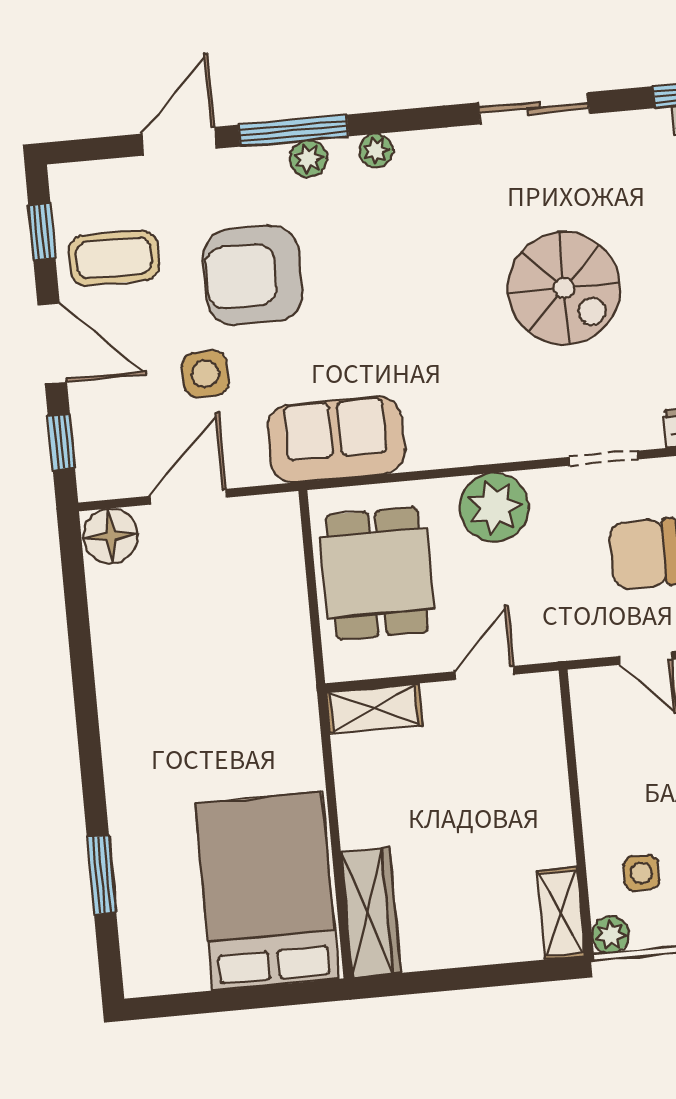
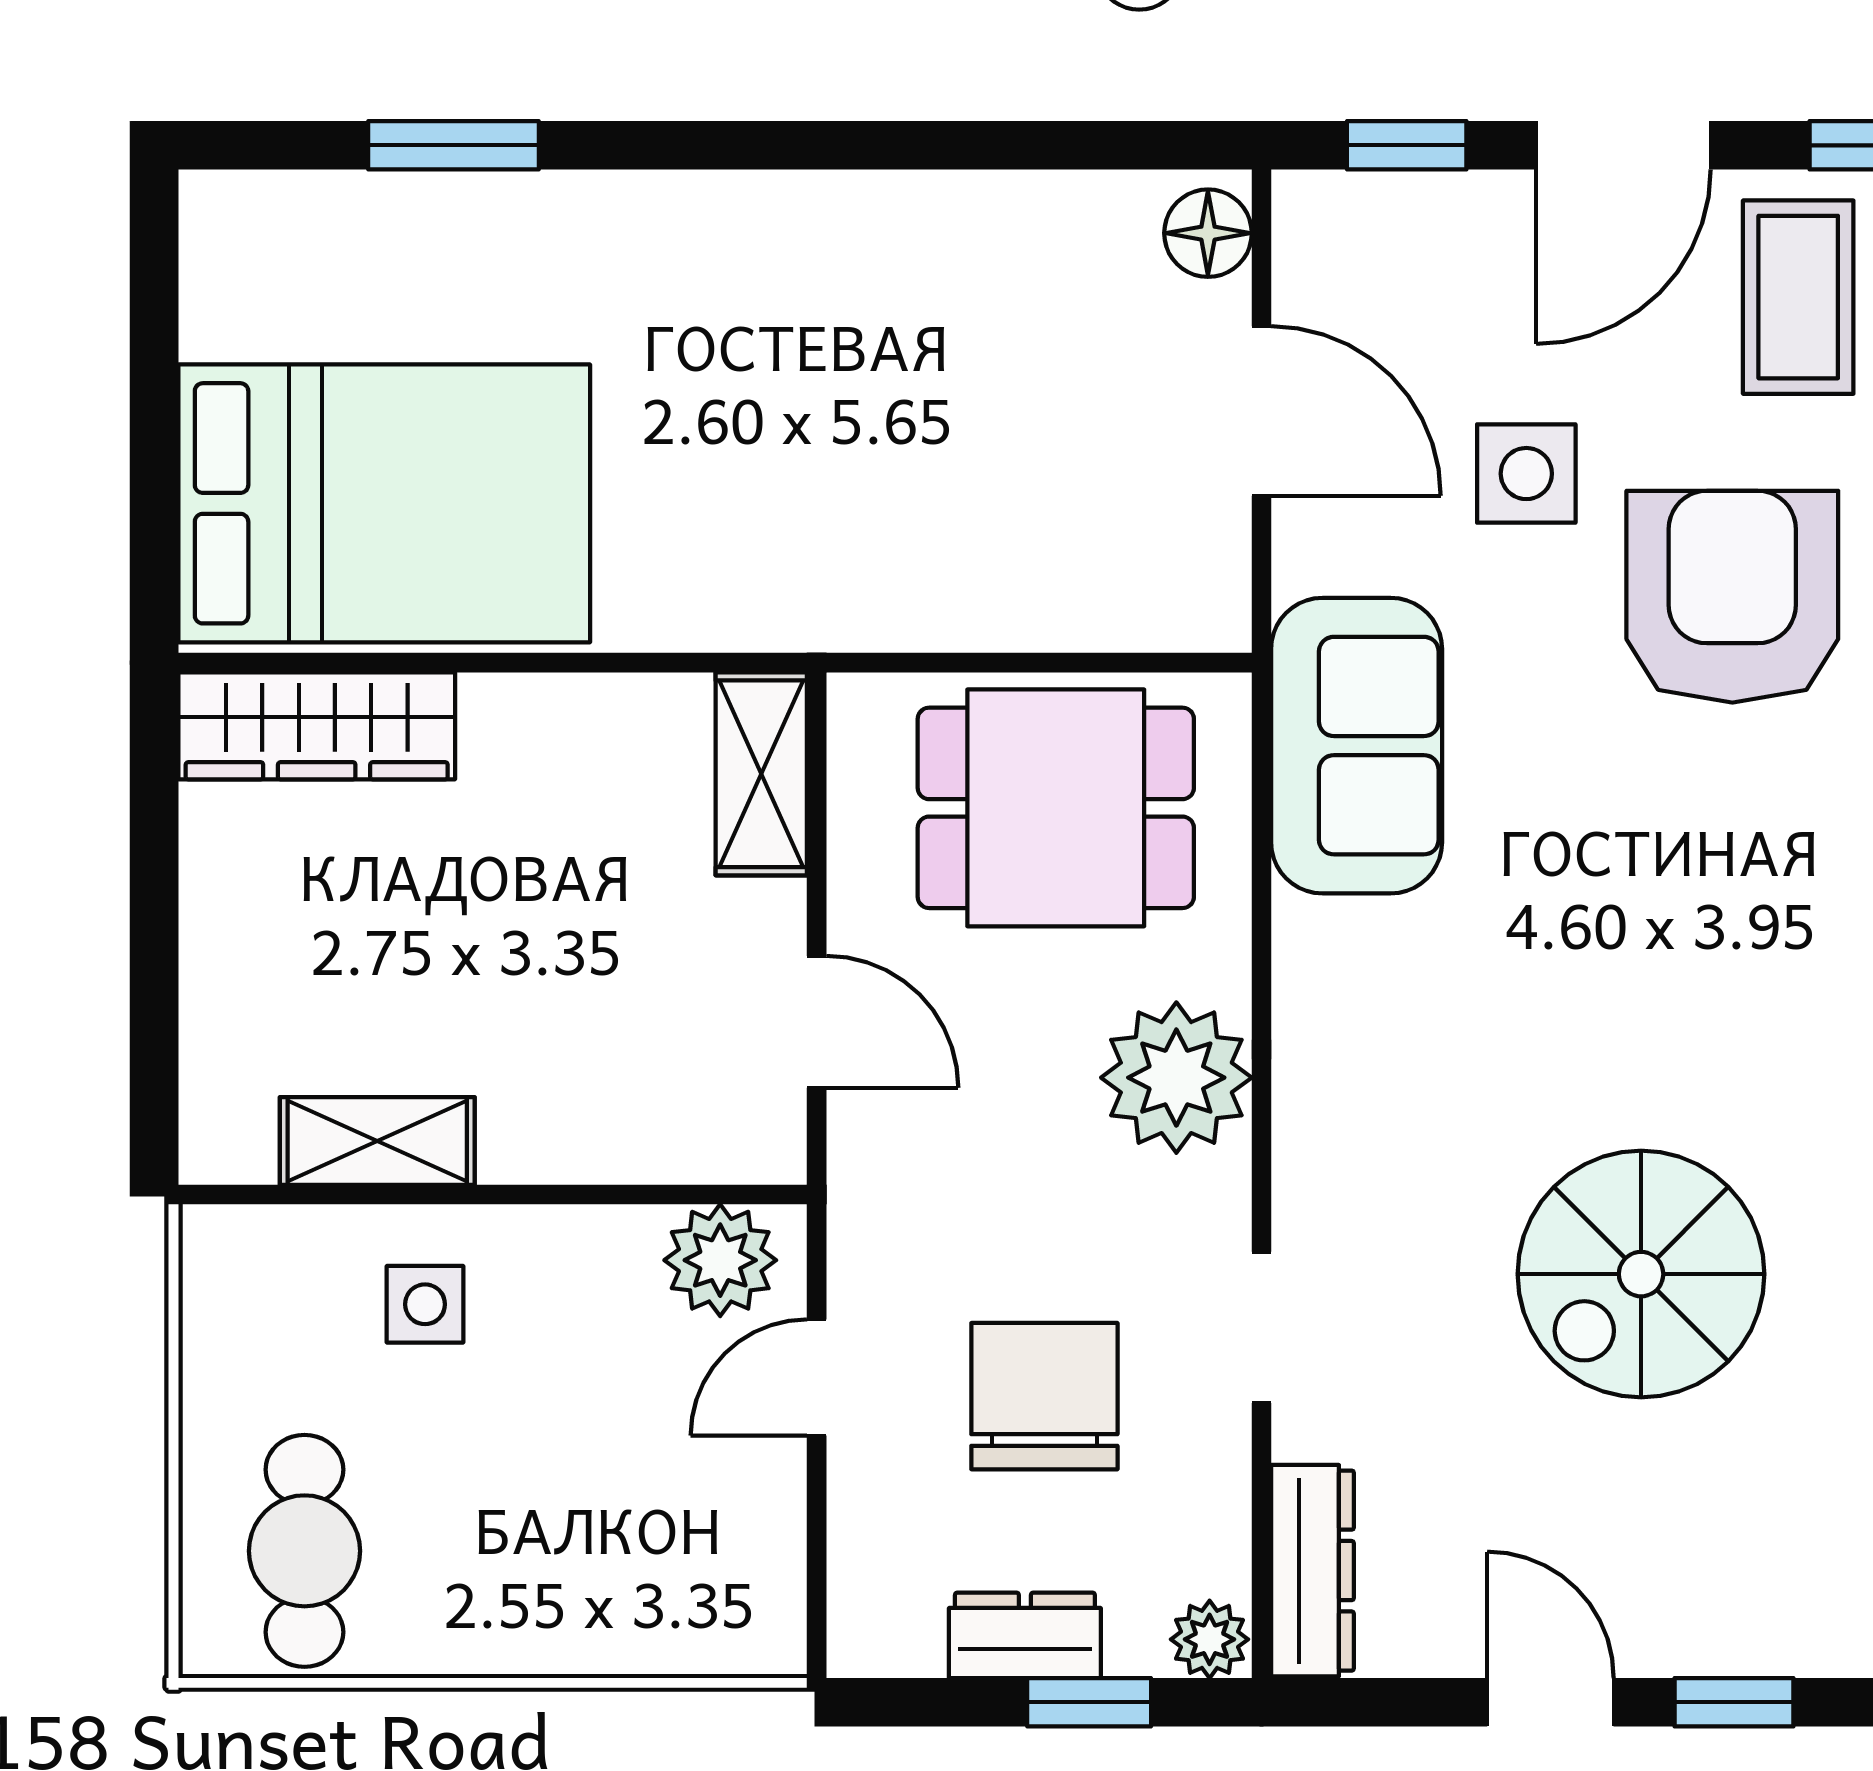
floor lamp: (110, 536) -> (1208, 233), width x0.73, depth x0.73
side table: (641, 873) -> (425, 1304), moved
shelving: (561, 913) -> (377, 1141), moved
plant: (611, 935) -> (720, 1260), moved, width x1.38, depth x1.38

